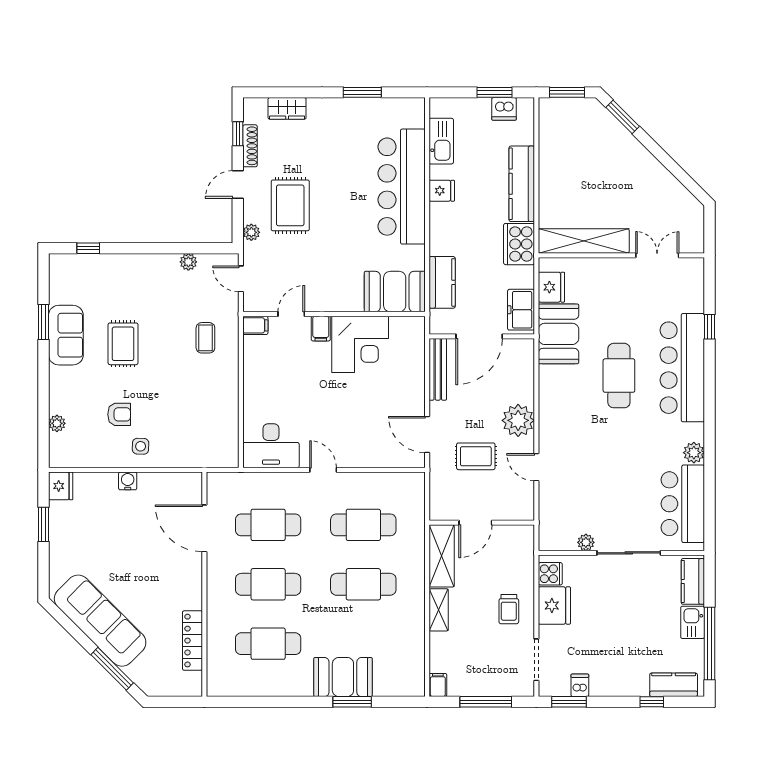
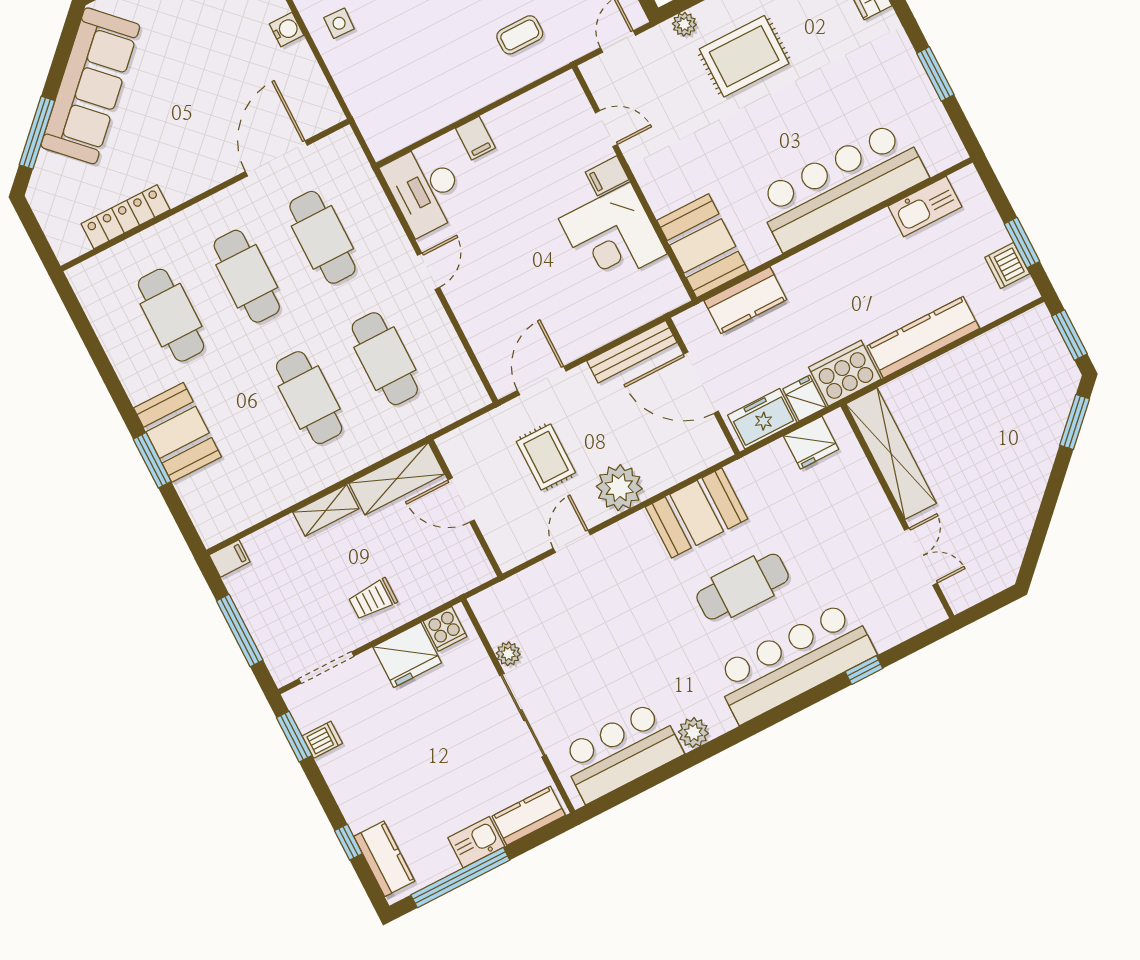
fridge: (442, 191) -> (804, 398), moved, turned 180
filing cabinet: (255, 325) -> (475, 138), moved
booth: (559, 334) -> (697, 513), moved

